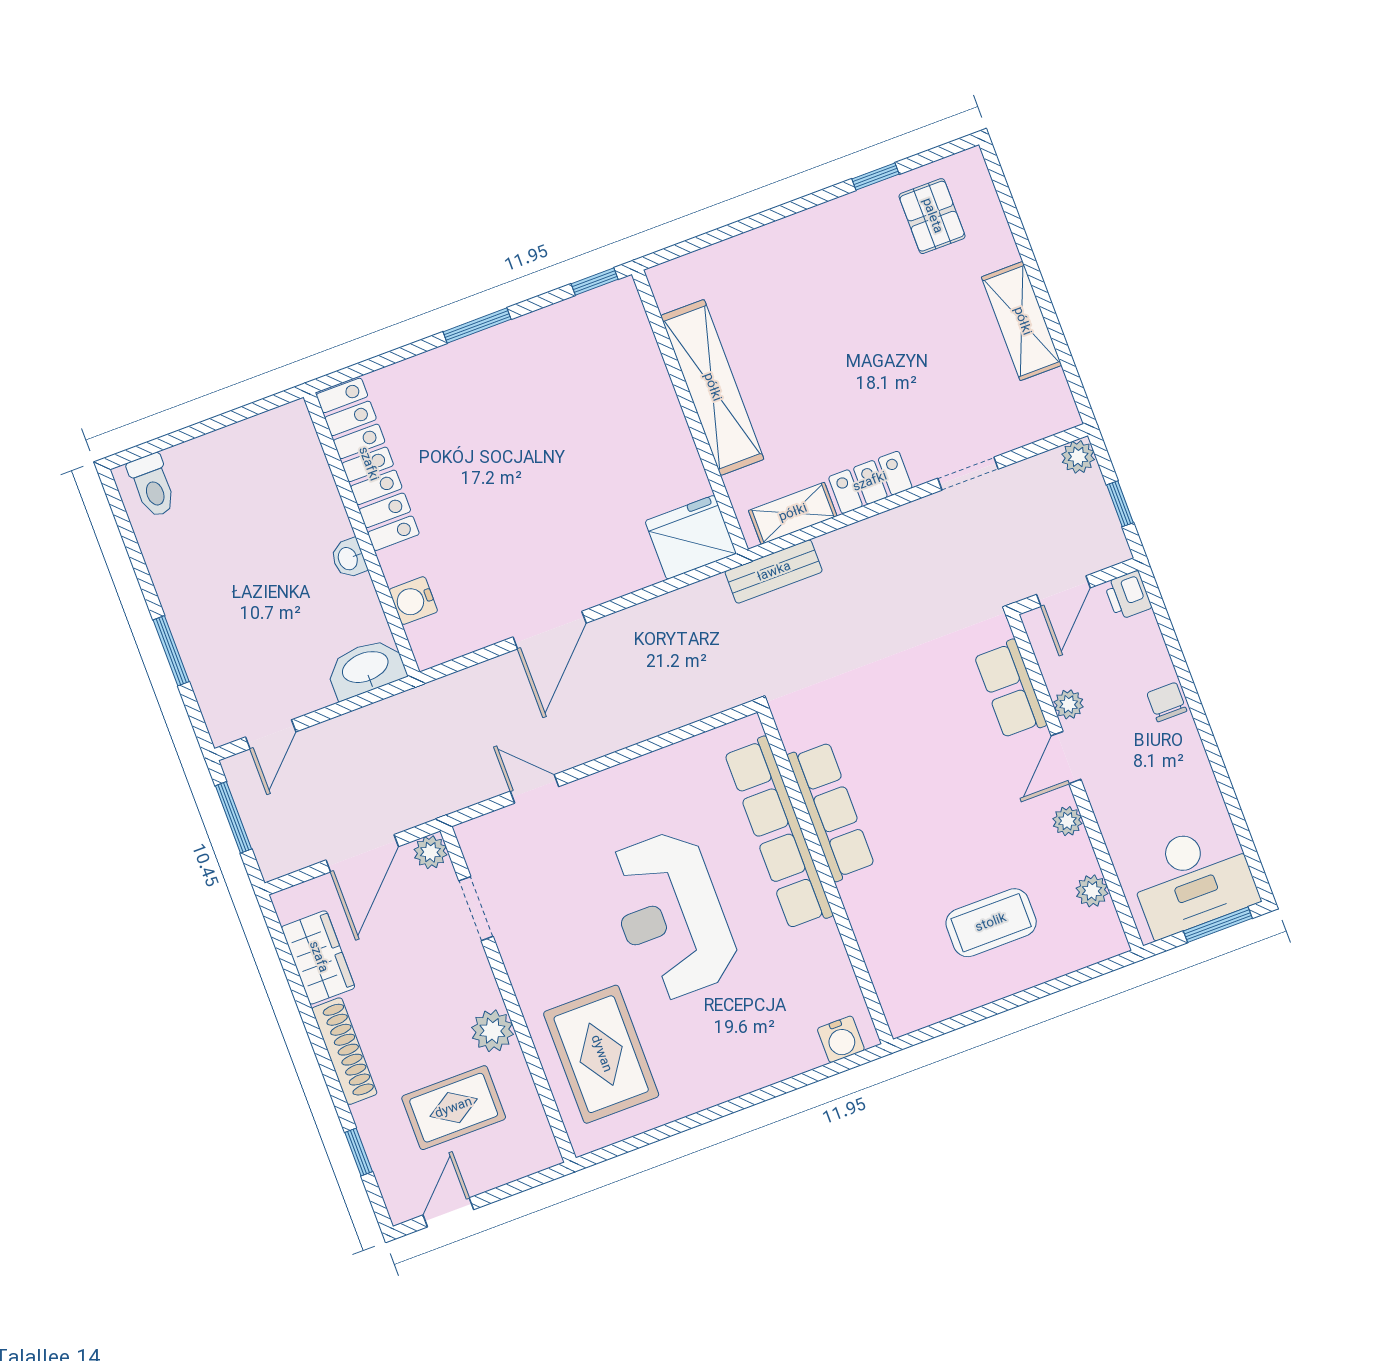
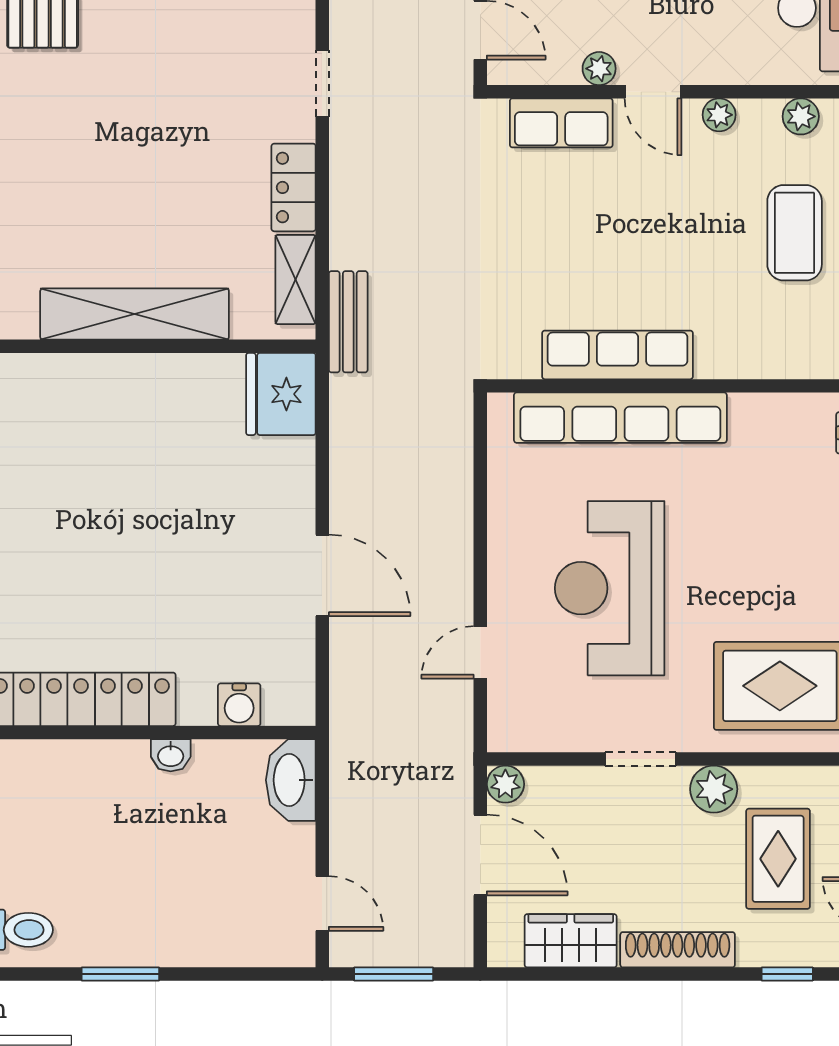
window: (171, 651) -> (120, 974), moved
doorway: (476, 909) -> (641, 759), moved
reception desk: (671, 915) -> (610, 588), moved, turned 90

